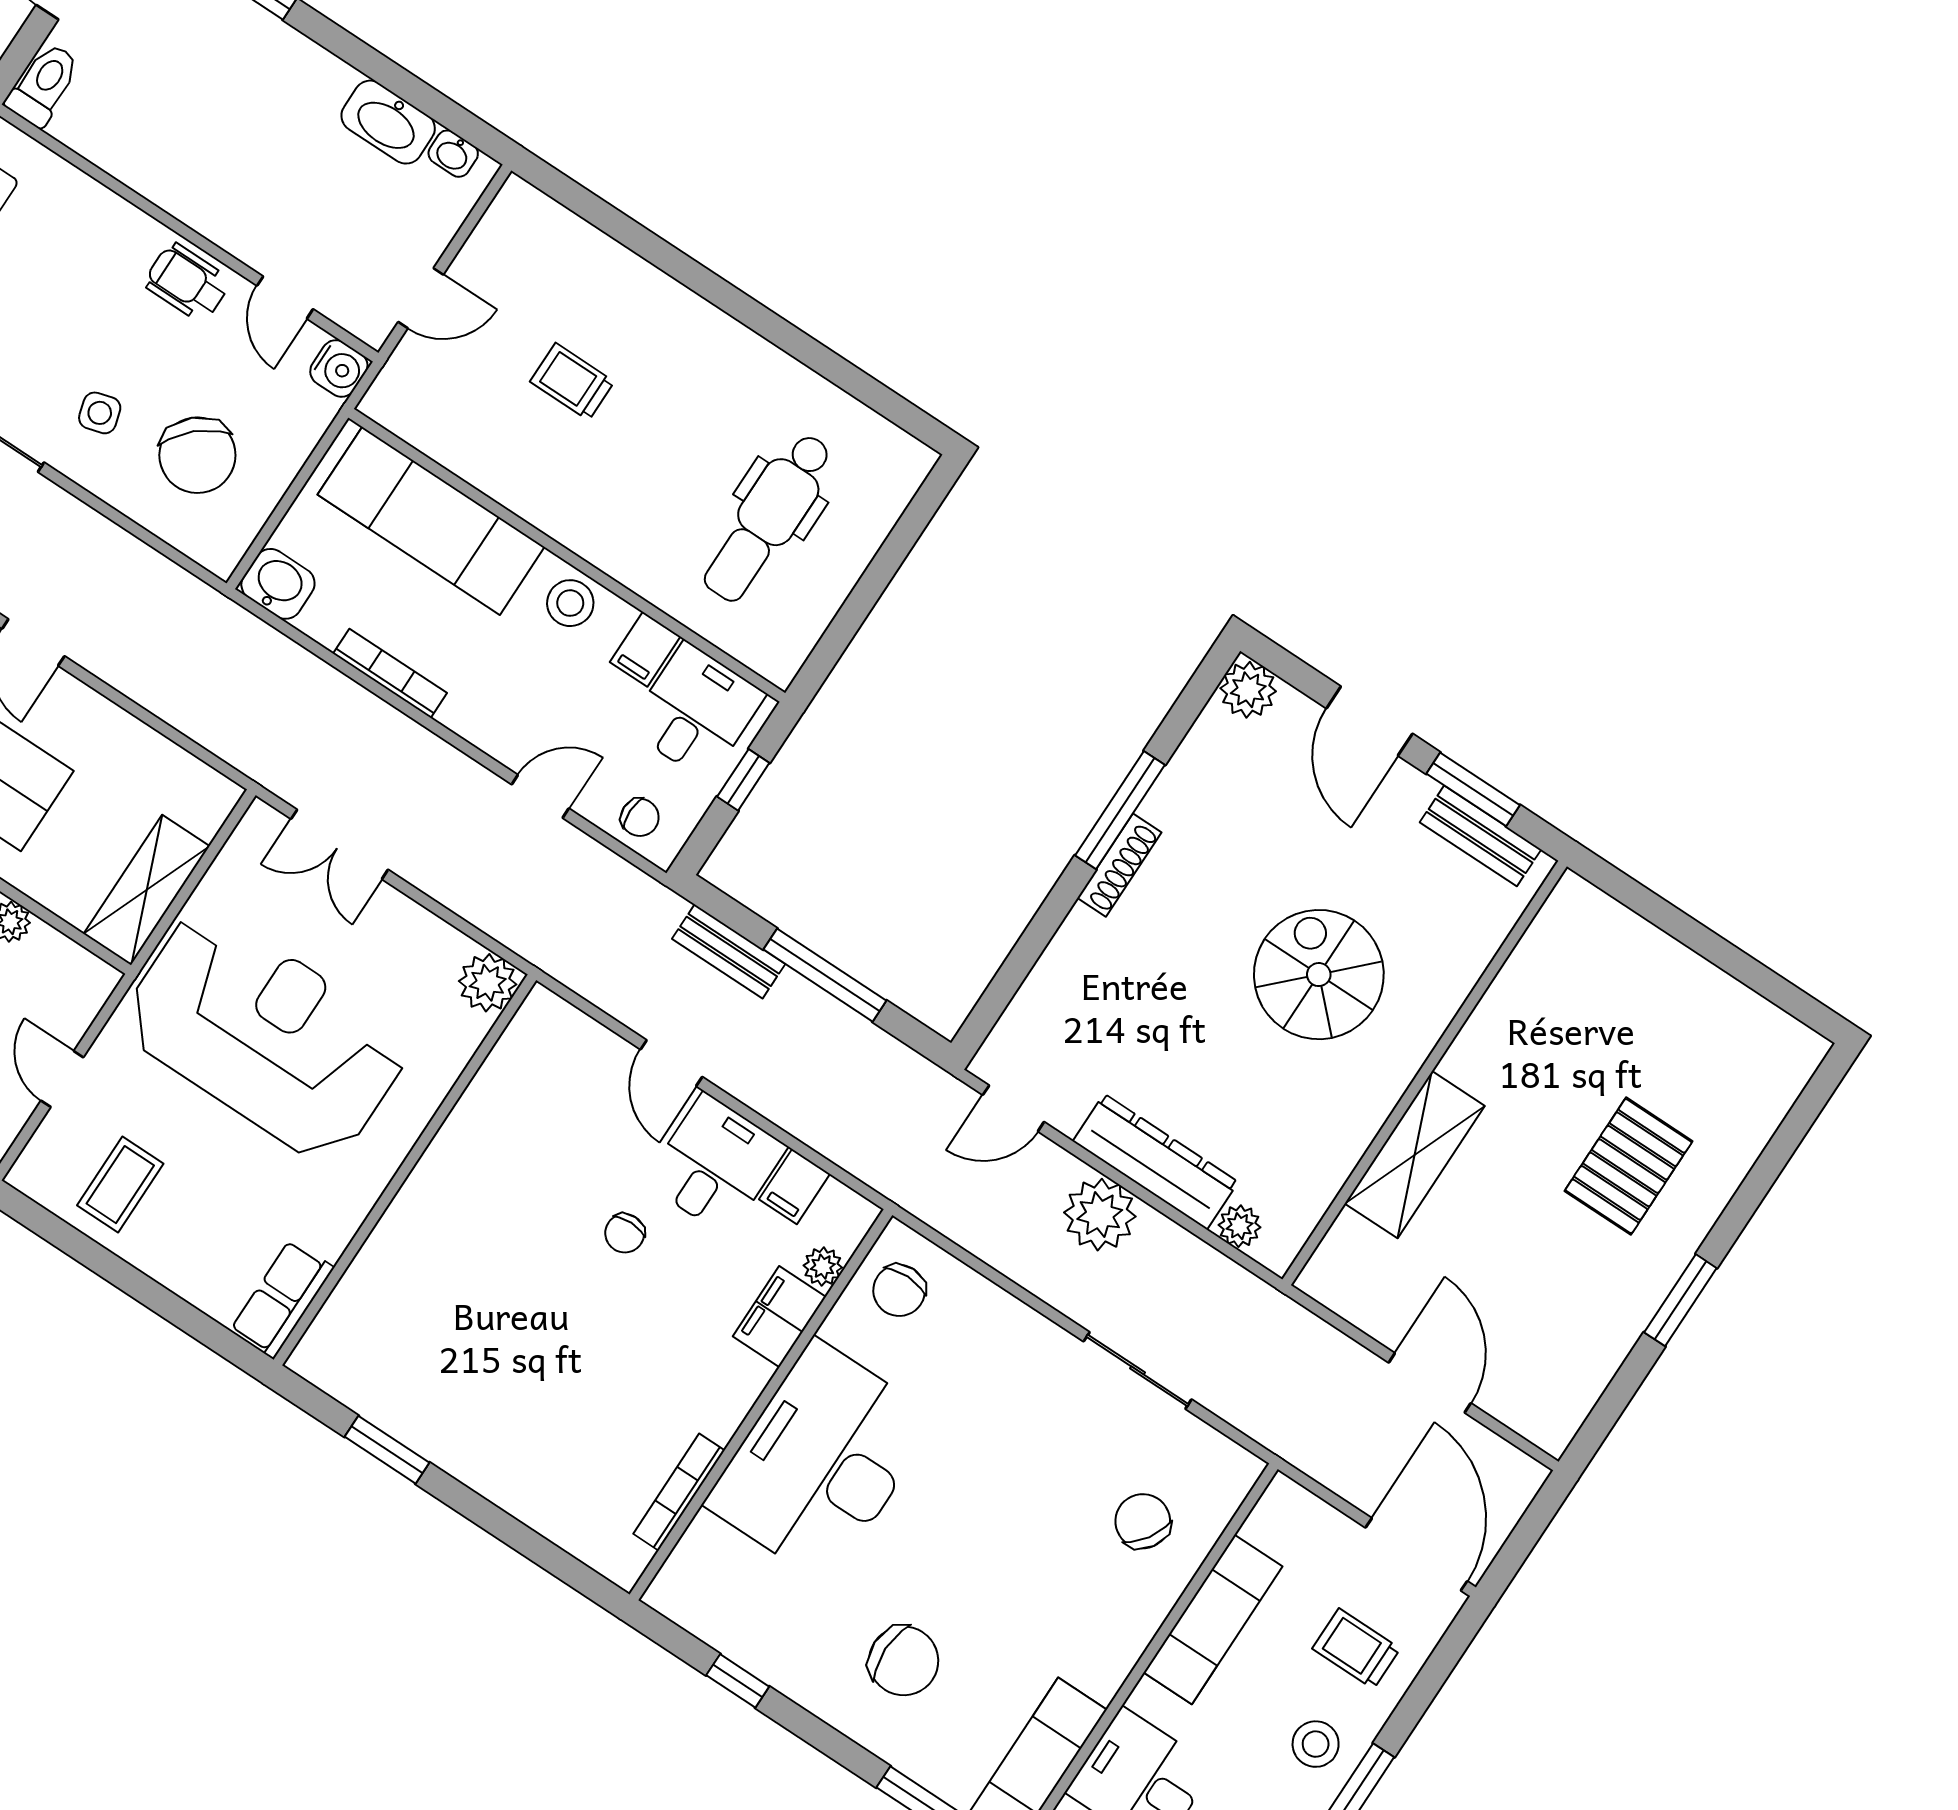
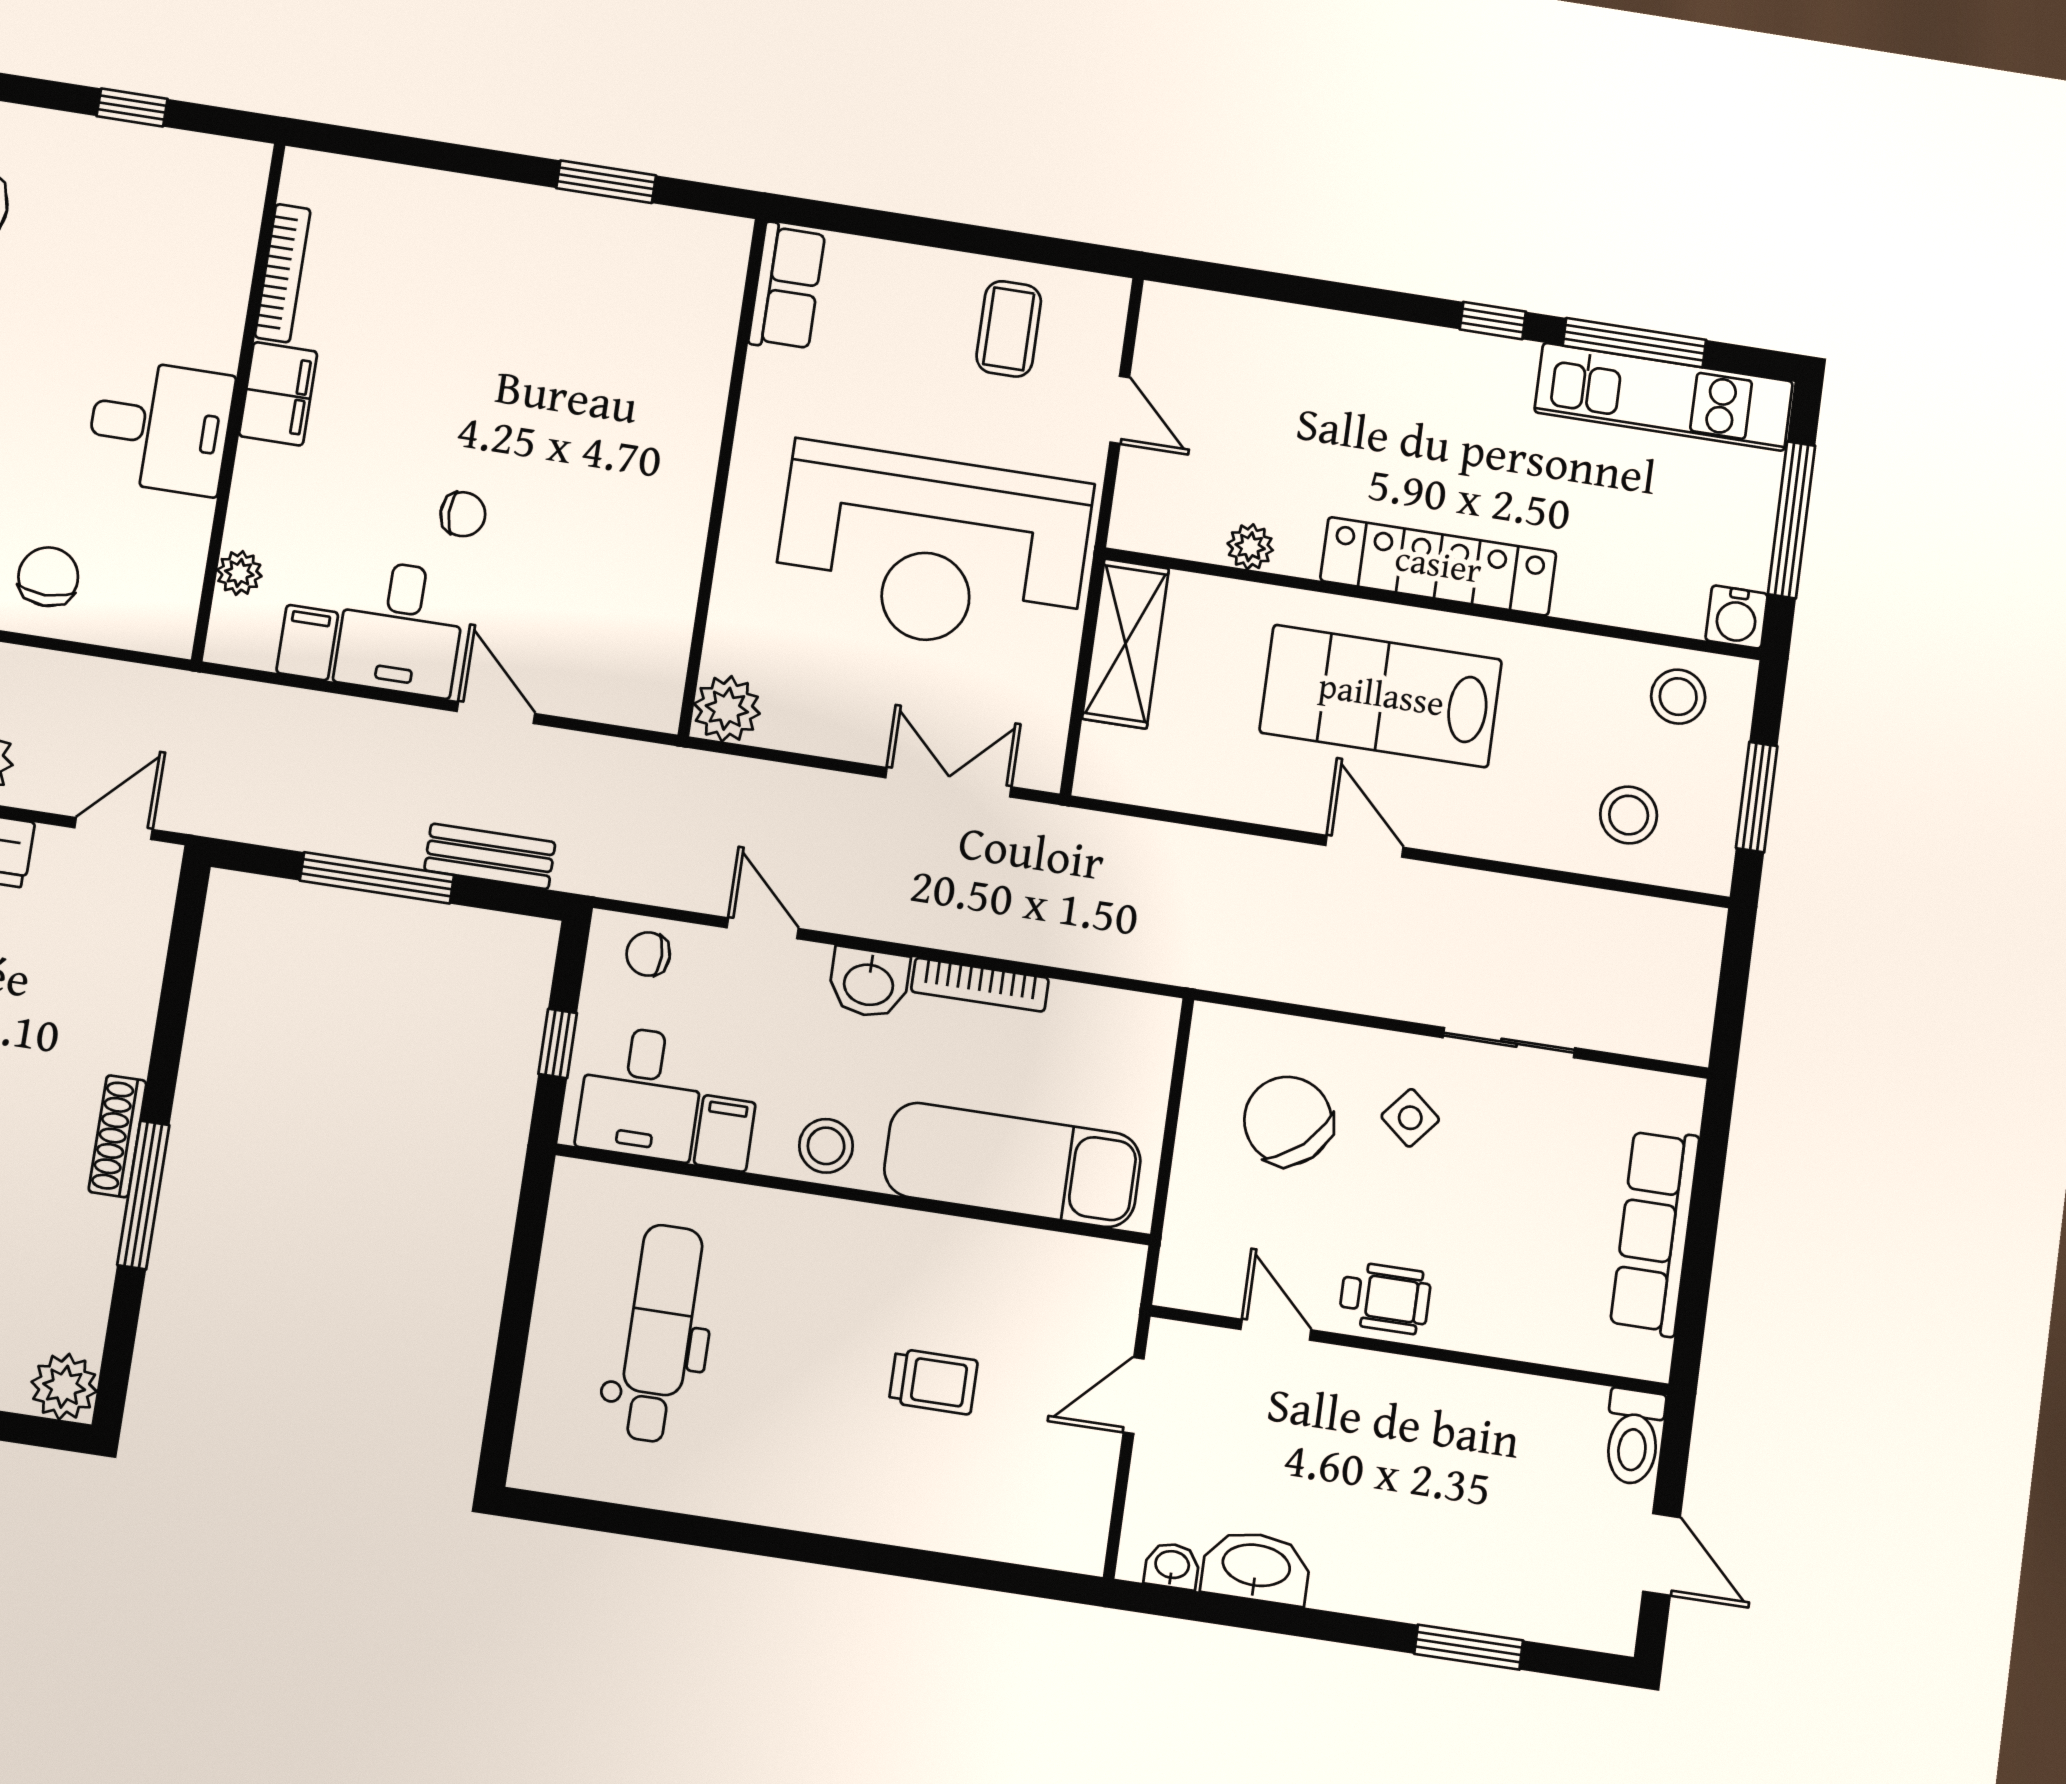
water cooler: (339, 368) -> (1184, 1281), removed
side table: (100, 413) -> (1410, 1118), turned -34
washbasin: (278, 584) -> (869, 983), moved
door: (540, 796) -> (763, 928), swing flipped
chair: (625, 1233) -> (463, 514), turned 90
chair: (899, 1290) -> (48, 577), moved
filing cabinet: (779, 1317) -> (278, 394), moved
desk: (821, 1462) -> (160, 427), width x0.53, depth x0.77

